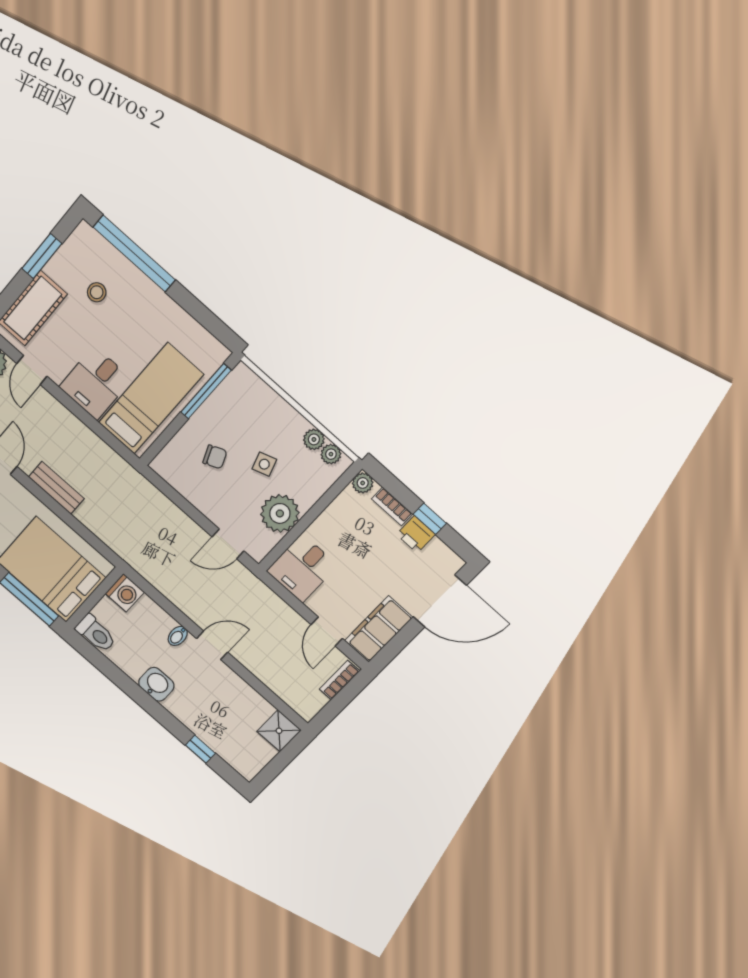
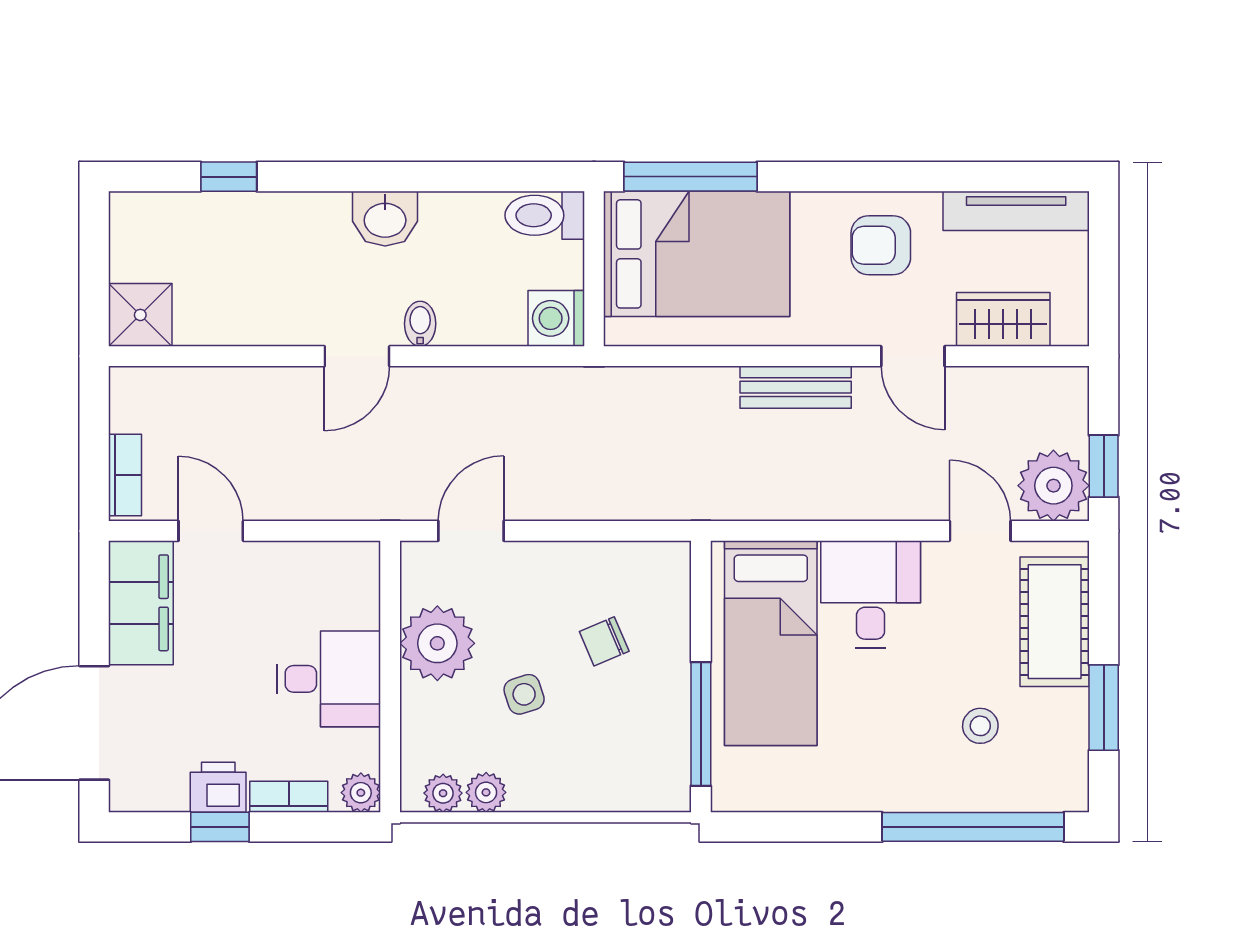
desk: (302, 568) -> (329, 679), moved, turned 90

